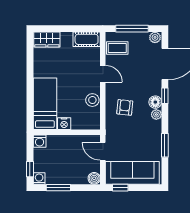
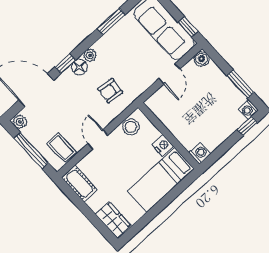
bed: (45, 104) -> (161, 180), moved
nightstand: (64, 124) -> (163, 145), moved
wall: (67, 132) -> (169, 136), moved
washing machine: (40, 141) -> (200, 153), moved

